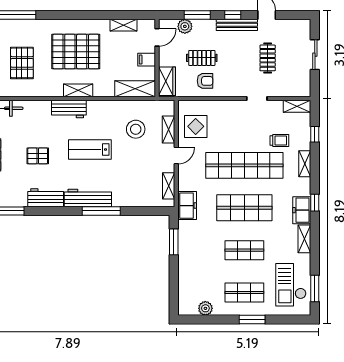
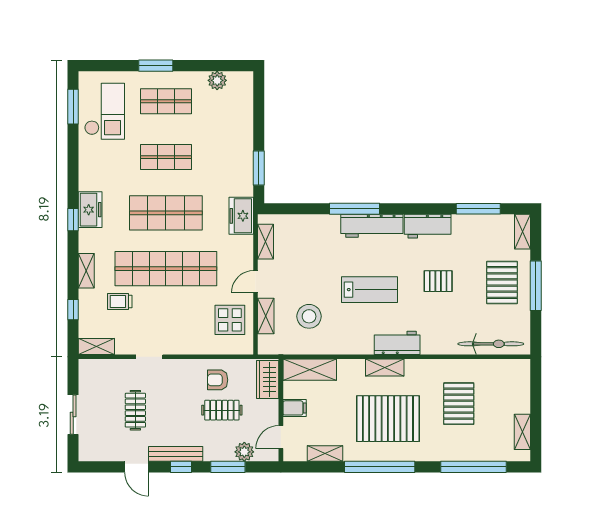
window: (82, 15) -> (380, 467), added
shelving: (304, 239) -> (87, 172), removed

